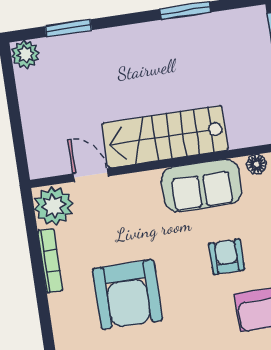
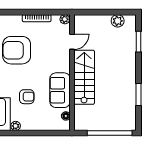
plant: (25, 54) -> (118, 21), moved
plant: (54, 206) -> (65, 19), width x0.53, depth x0.53

